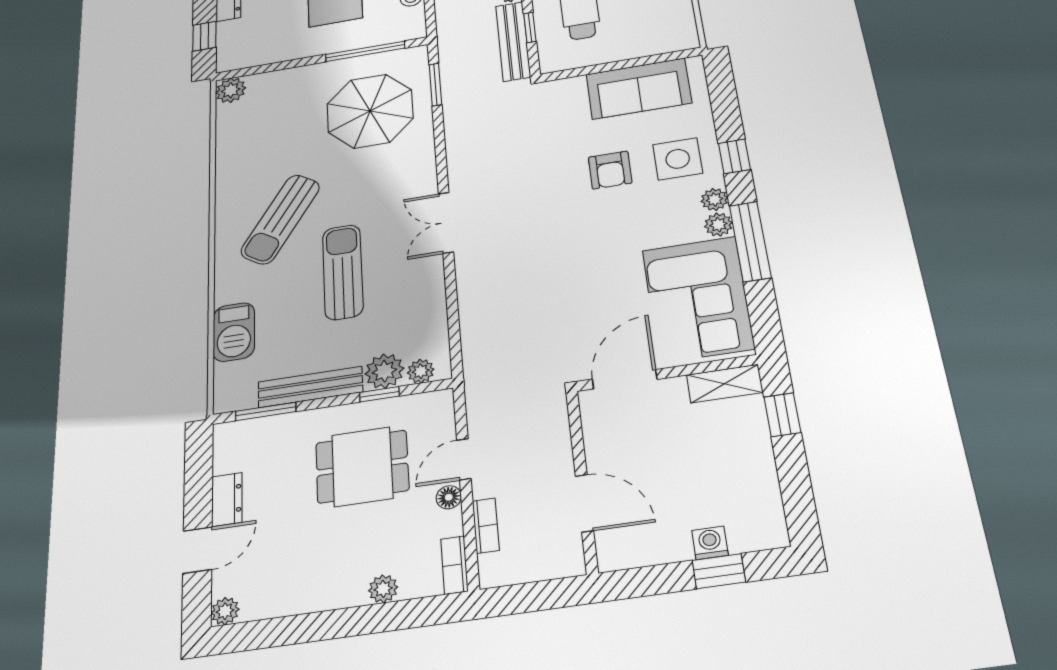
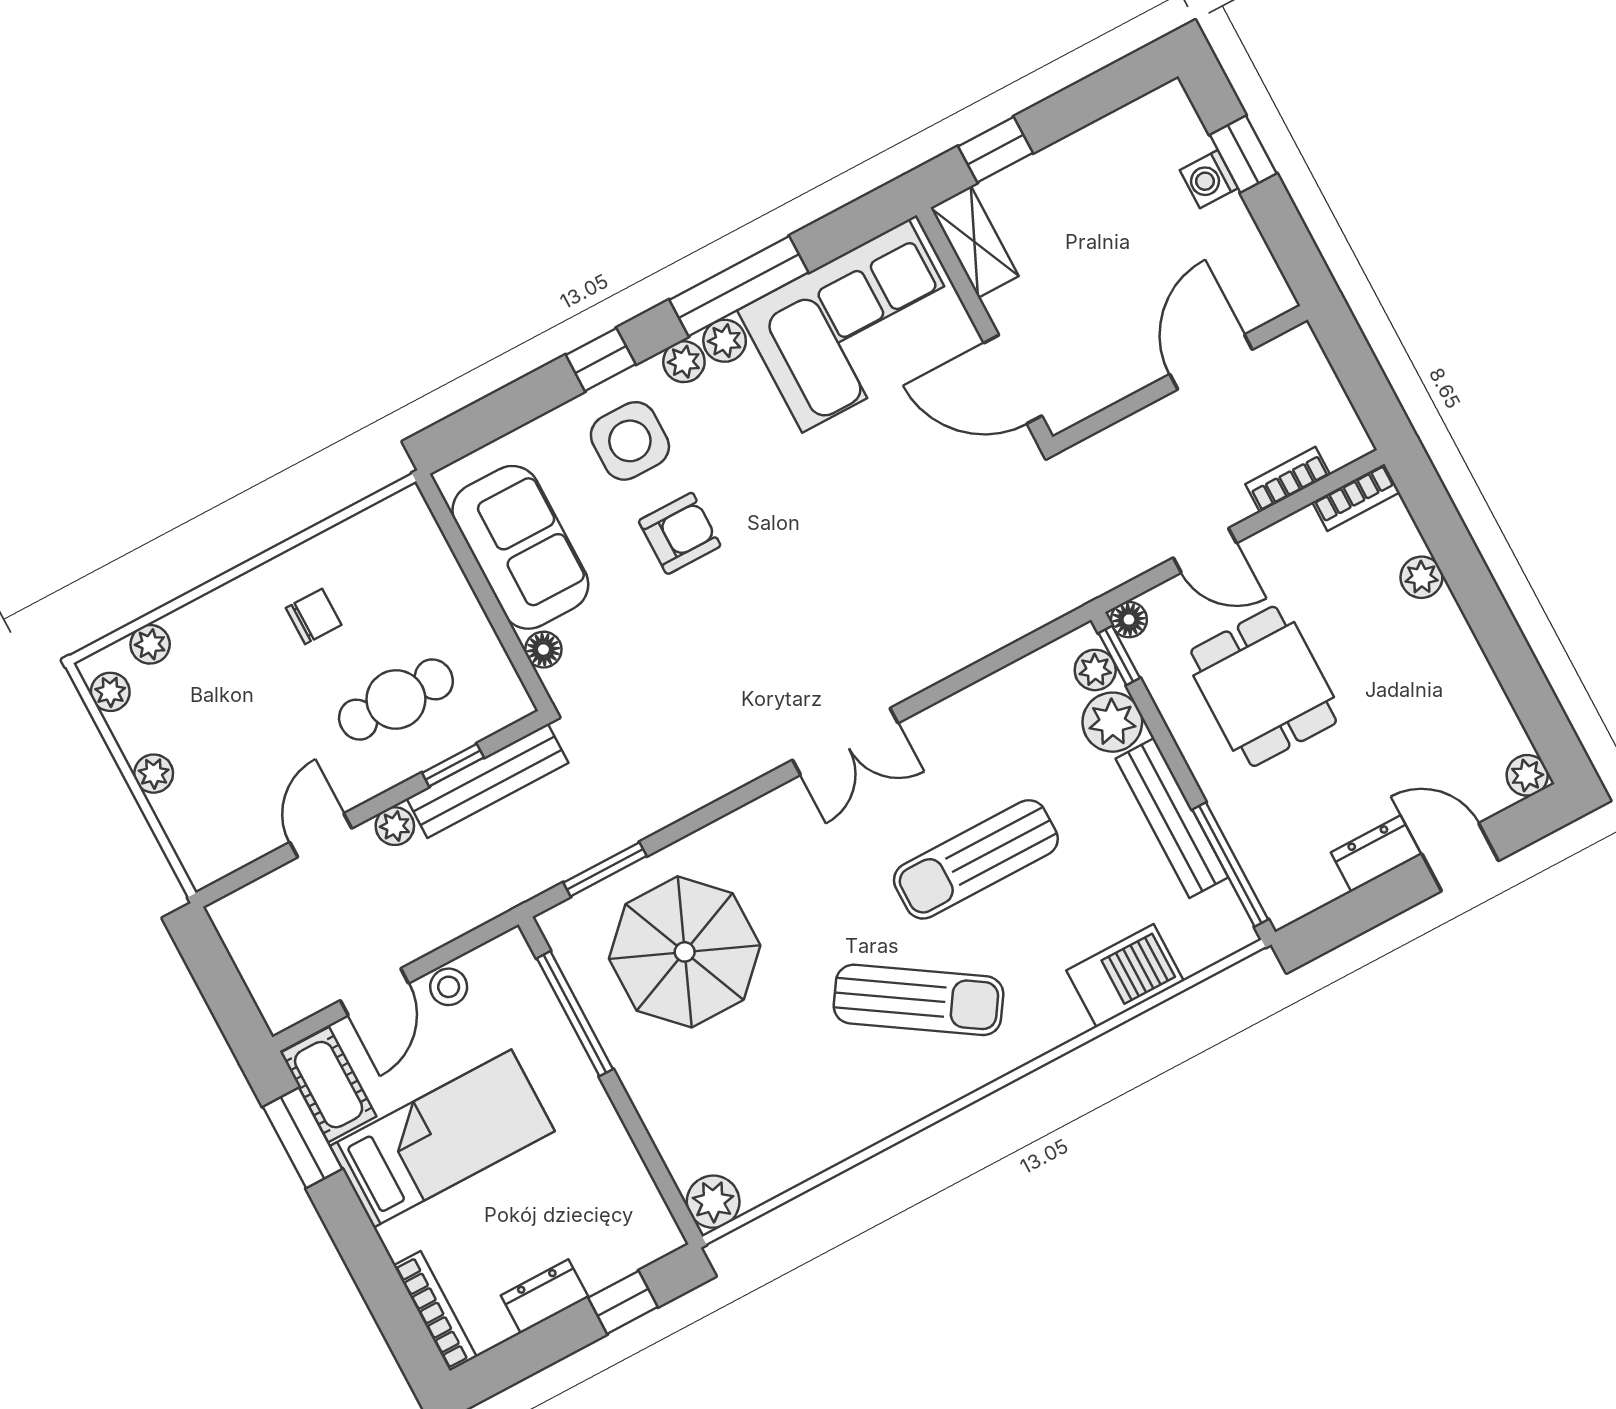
floor lamp: (574, 85) -> (543, 650), added
window: (379, 394) -> (1119, 656), moved
window: (266, 411) -> (1230, 864), width x1.44
floor lamp: (449, 497) -> (1129, 620), moved

